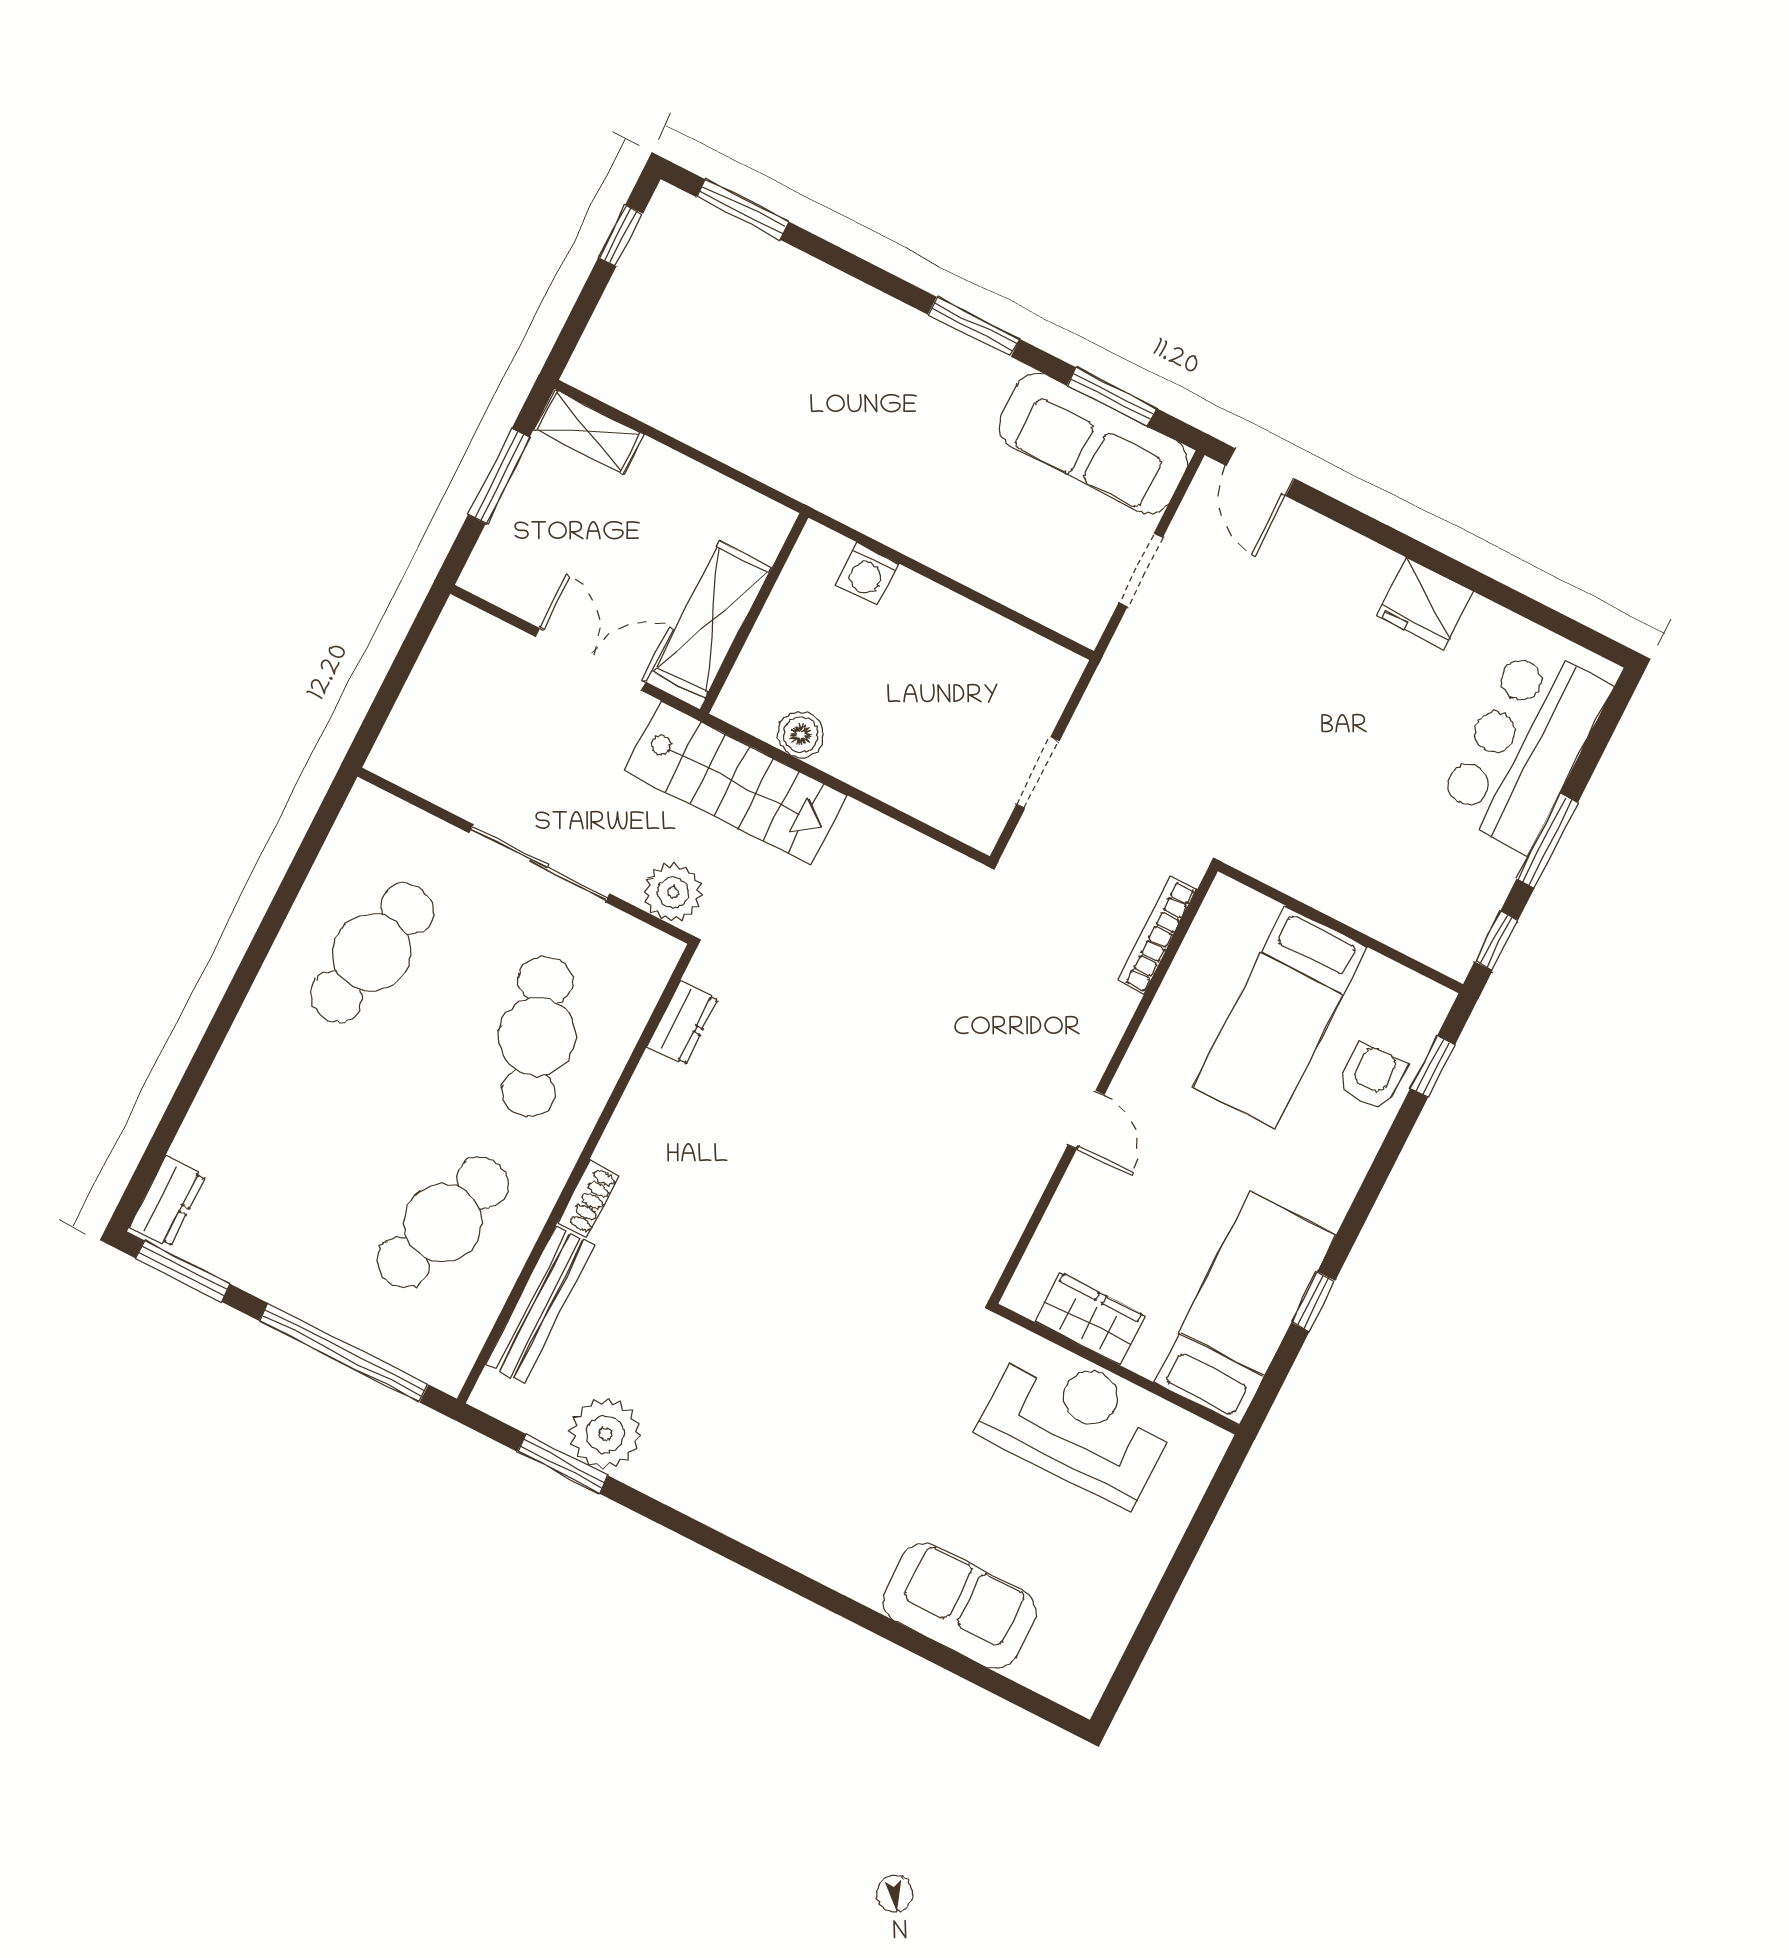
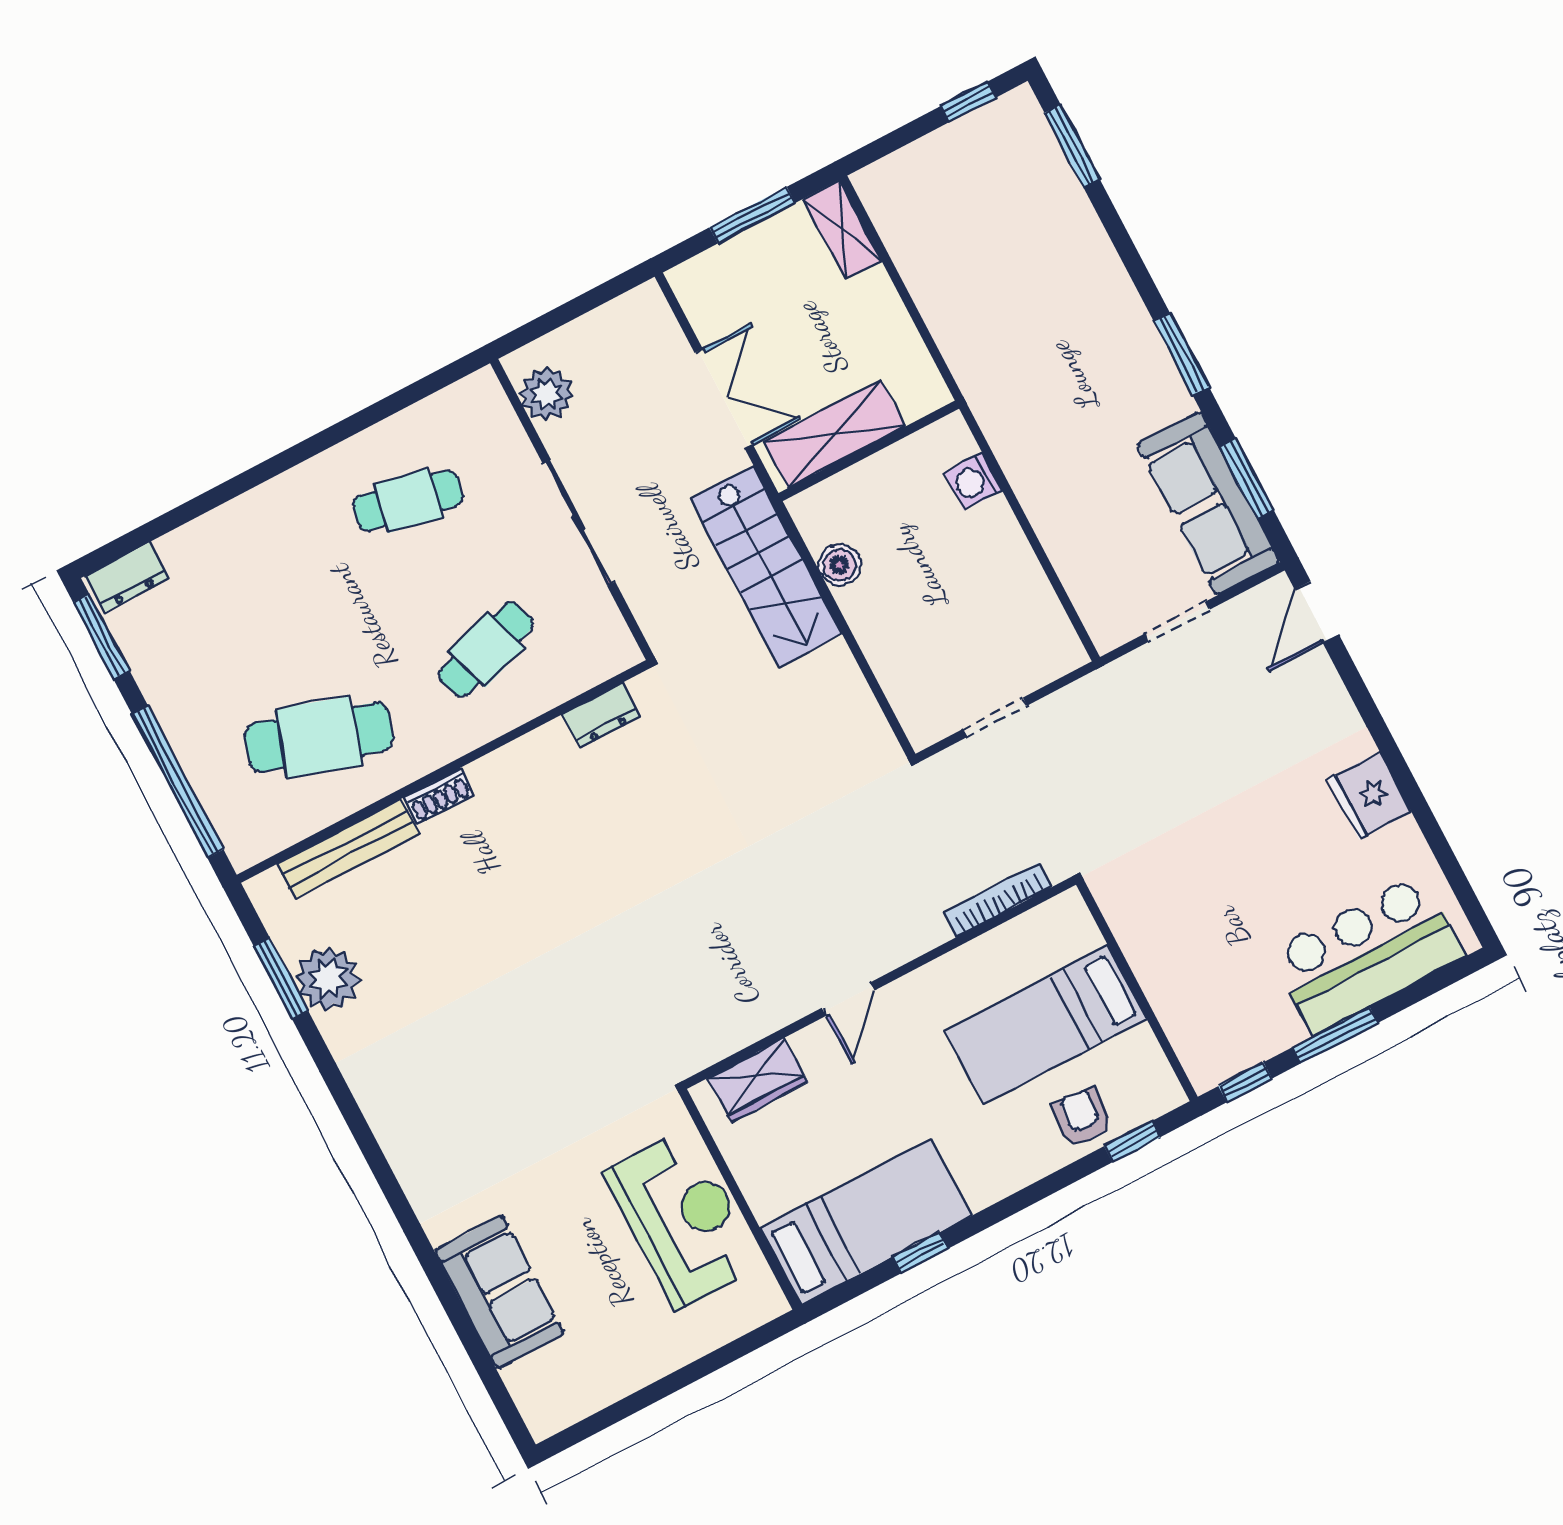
plant: (673, 893) -> (546, 394), moved
cafe table: (372, 953) -> (408, 501), width x0.73, depth x0.74
cafe table: (537, 1037) -> (486, 649), width x0.73, depth x0.74
armchair: (1372, 1076) -> (1082, 1117), turned -84
wardrobe: (1090, 1319) -> (758, 1080), moved, turned 90

